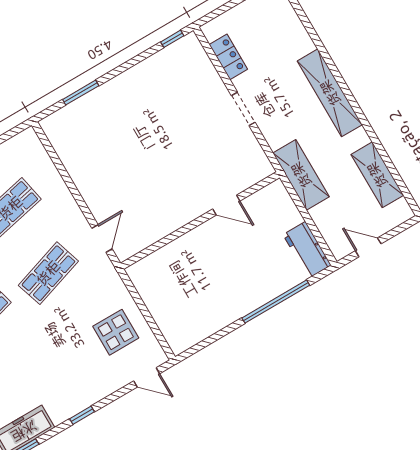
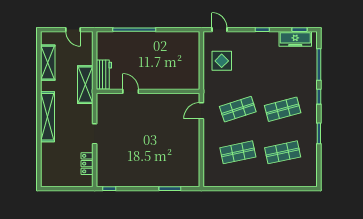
workbench: (307, 250) -> (104, 74), moved

